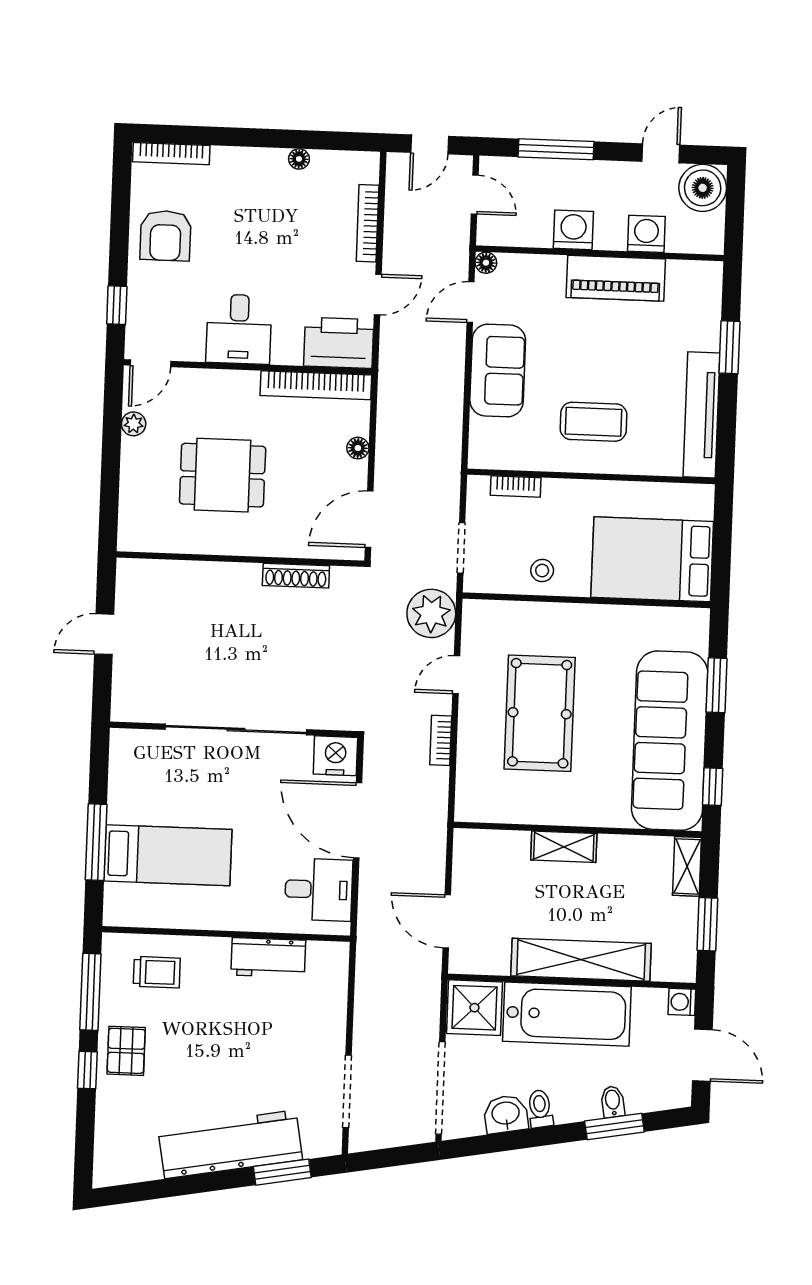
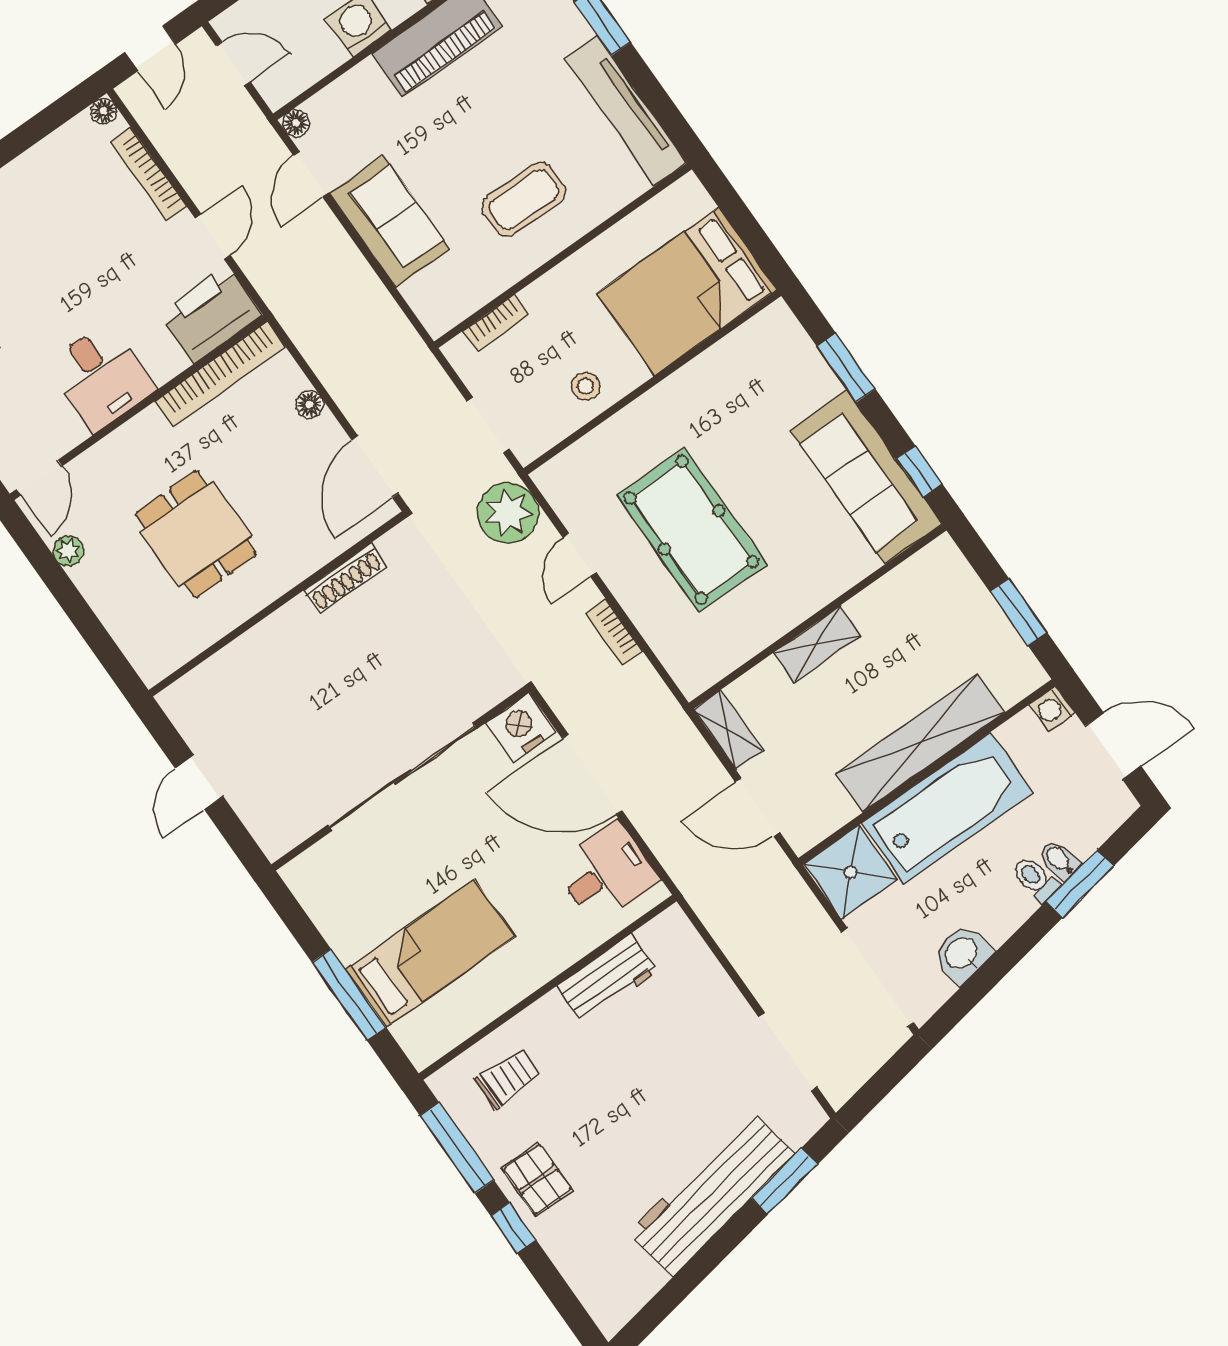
floor lamp: (299, 159) -> (104, 111), moved
dining table: (223, 475) -> (196, 534), turned 90
sofa: (670, 741) -> (866, 477), width x0.74, depth x0.79
shelving: (687, 866) -> (728, 730), moved
toilet: (540, 1109) -> (1035, 879), moved

